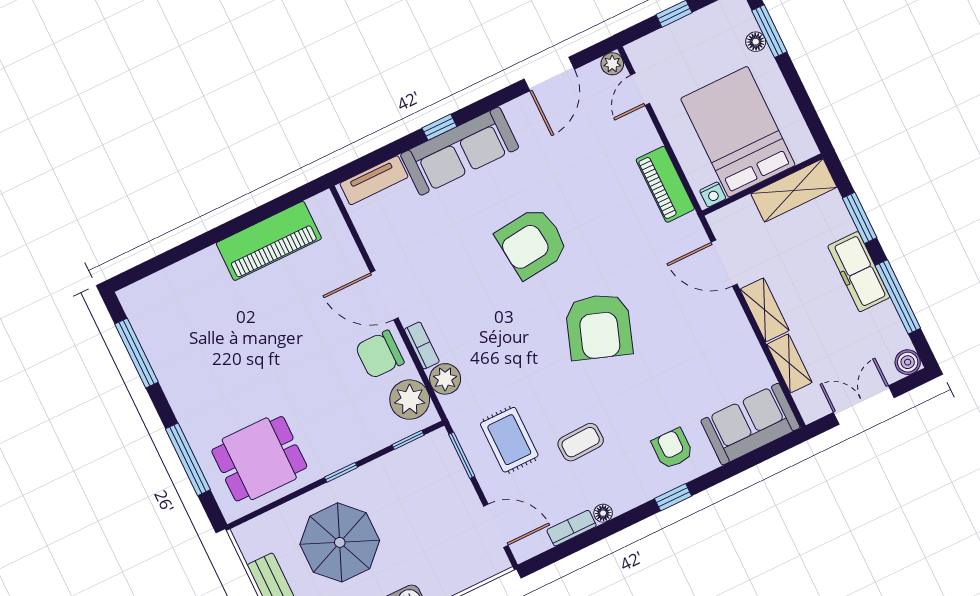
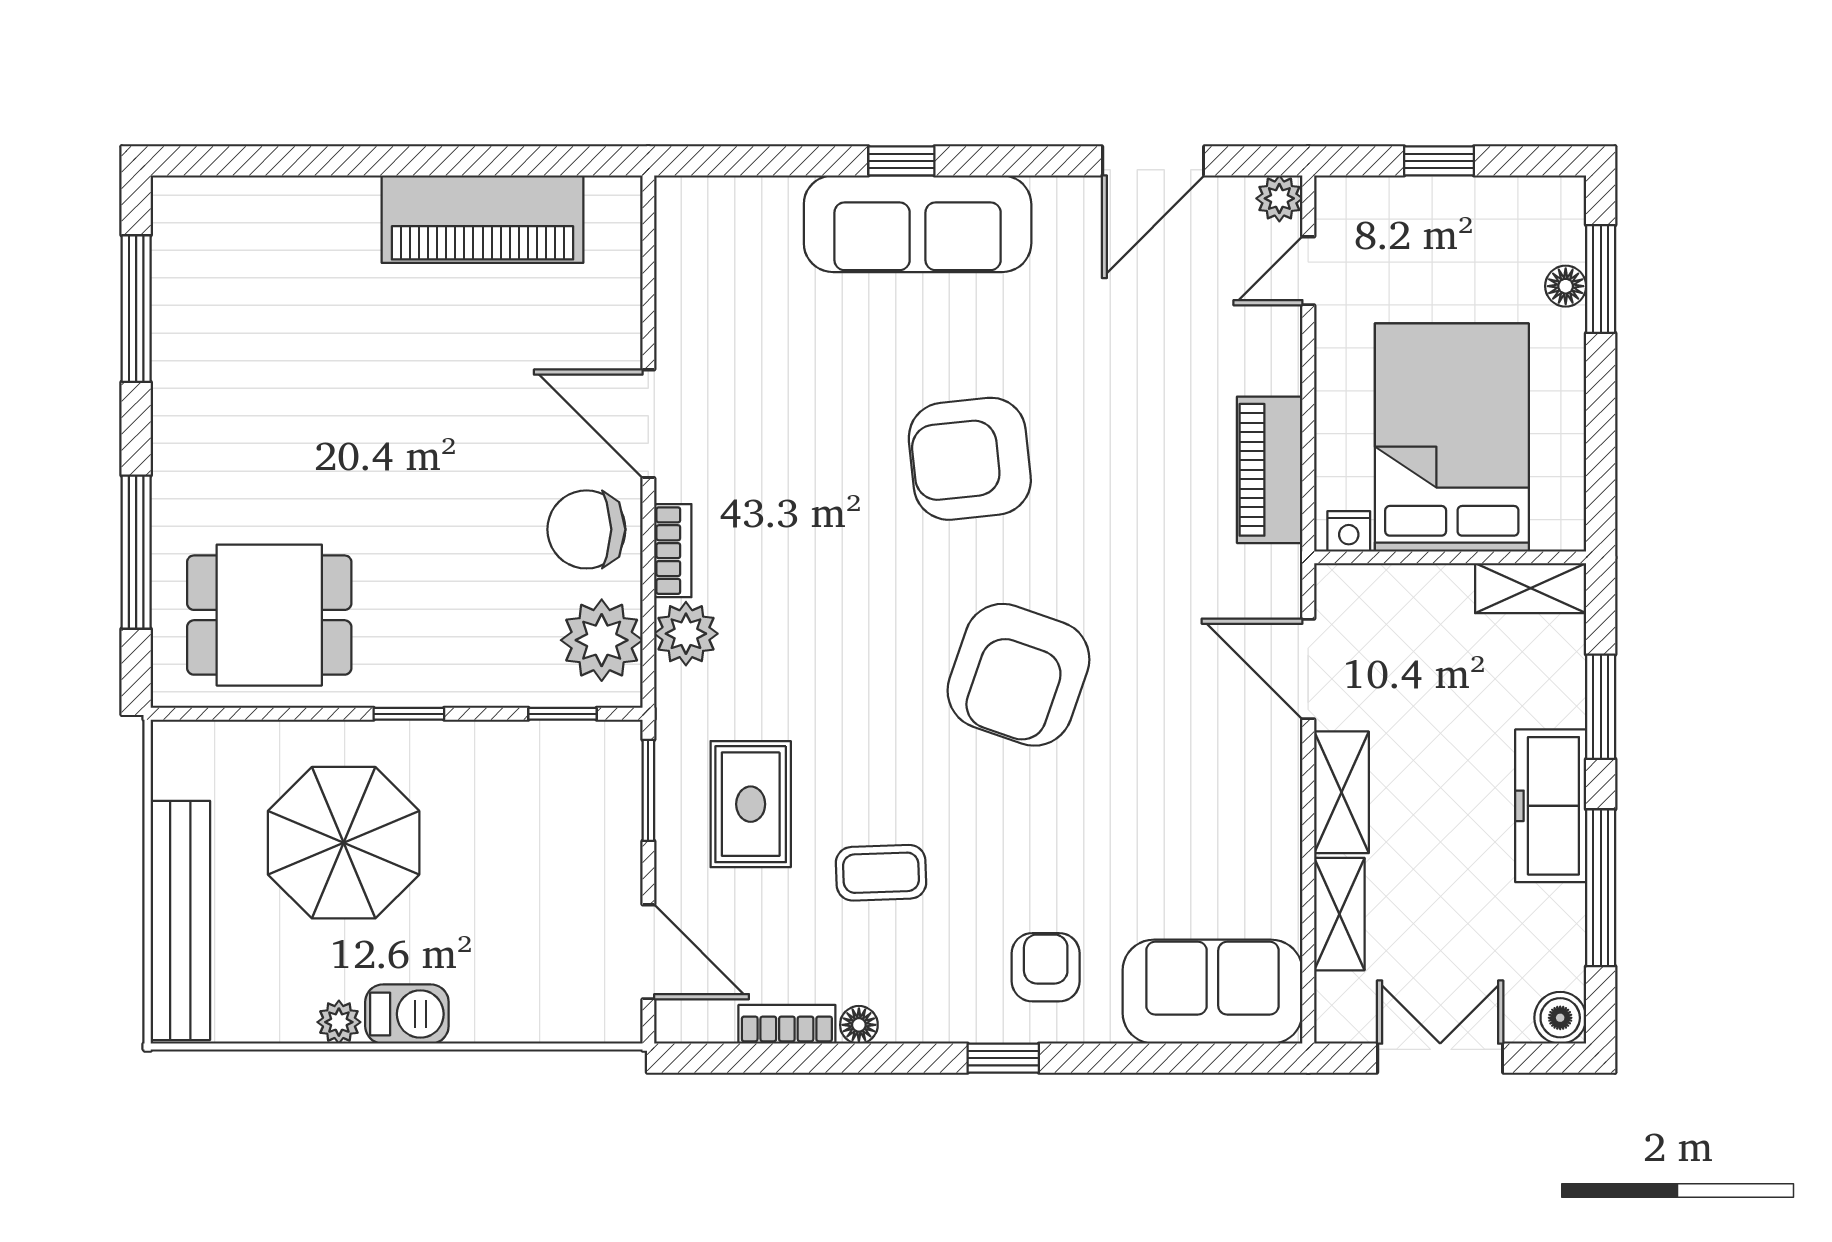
tv unit: (374, 180) -> (732, 201), removed
shelving: (794, 190) -> (1531, 588), width x0.67, depth x0.75

